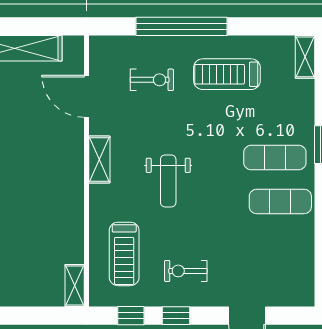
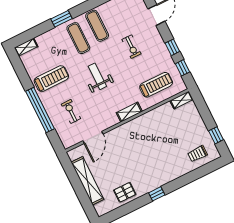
treadmill: (227, 74) -> (51, 79), turned -90
shelving: (99, 160) -> (129, 112), moved
weight bench: (168, 181) -> (97, 76), moved, turned -90
exercise bike: (186, 271) -> (131, 47), moved

